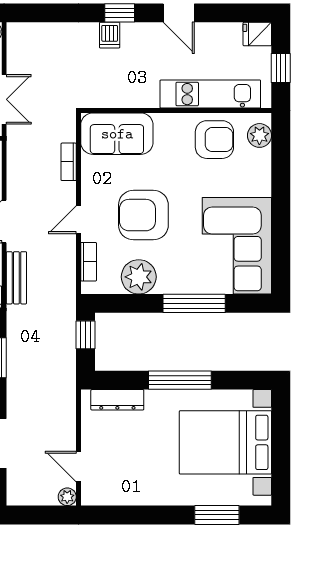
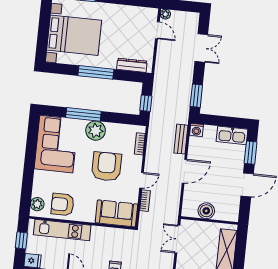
armchair: (143, 215) -> (107, 167), turned -90
door: (78, 220) -> (142, 180), moved
plant: (139, 277) -> (96, 131), moved

